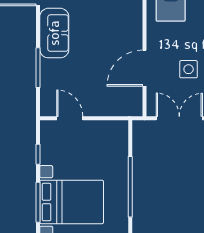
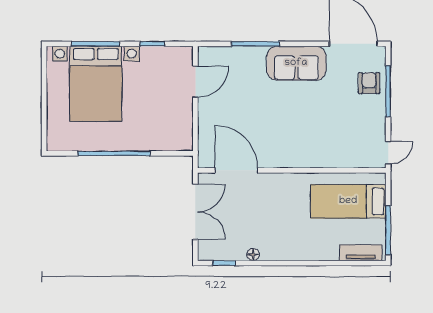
door: (145, 68) -> (236, 170), moved
side table: (189, 69) -> (254, 223), removed

